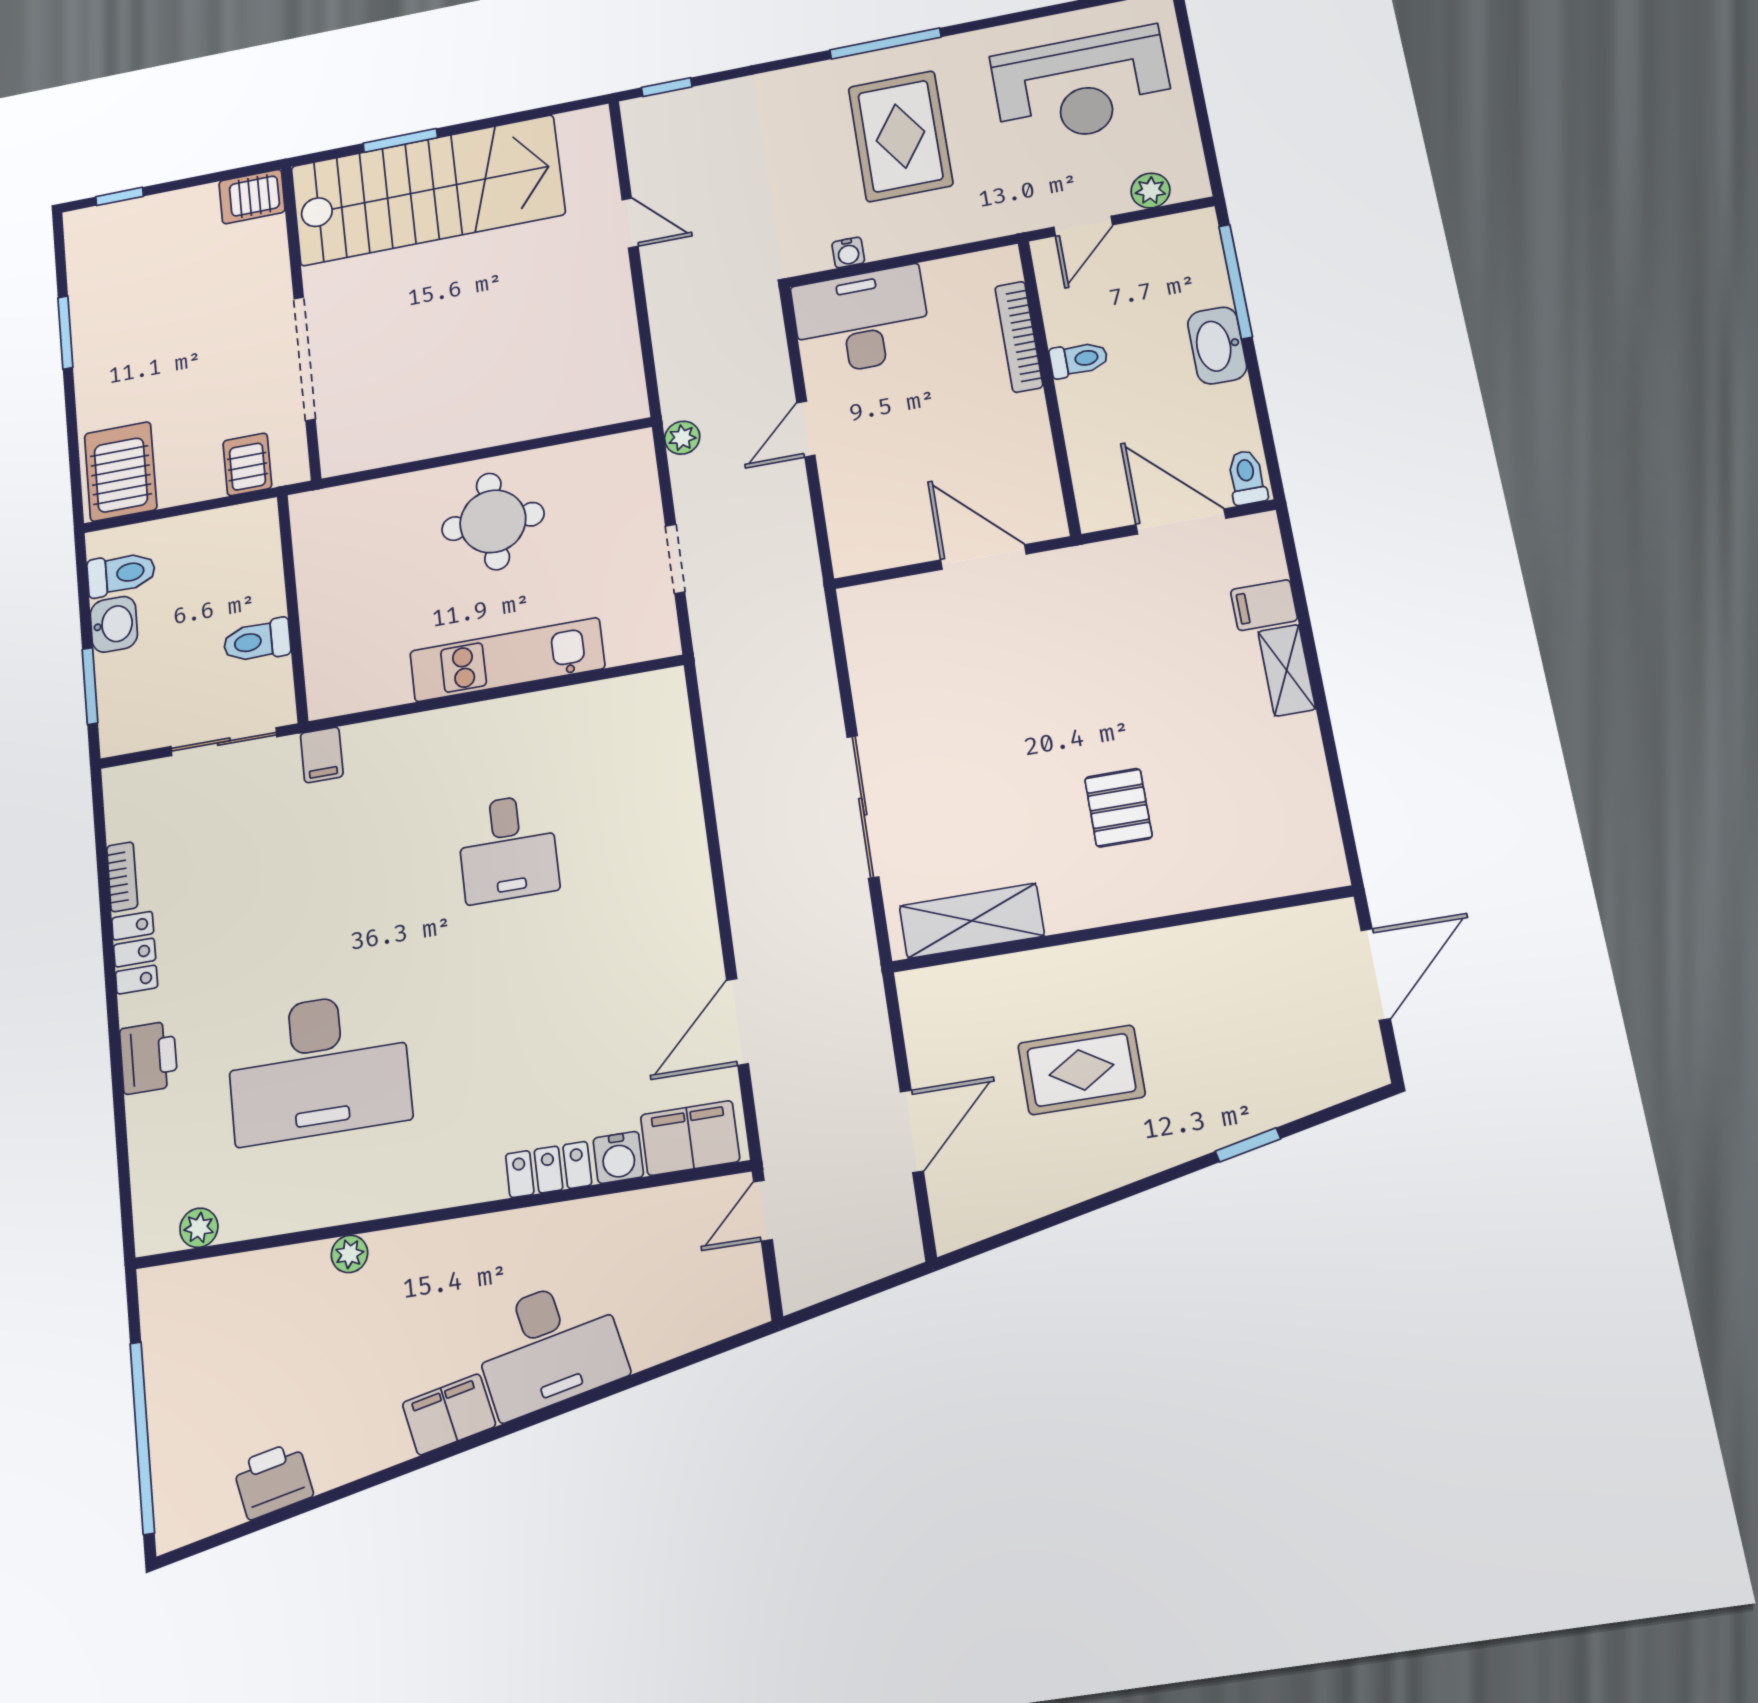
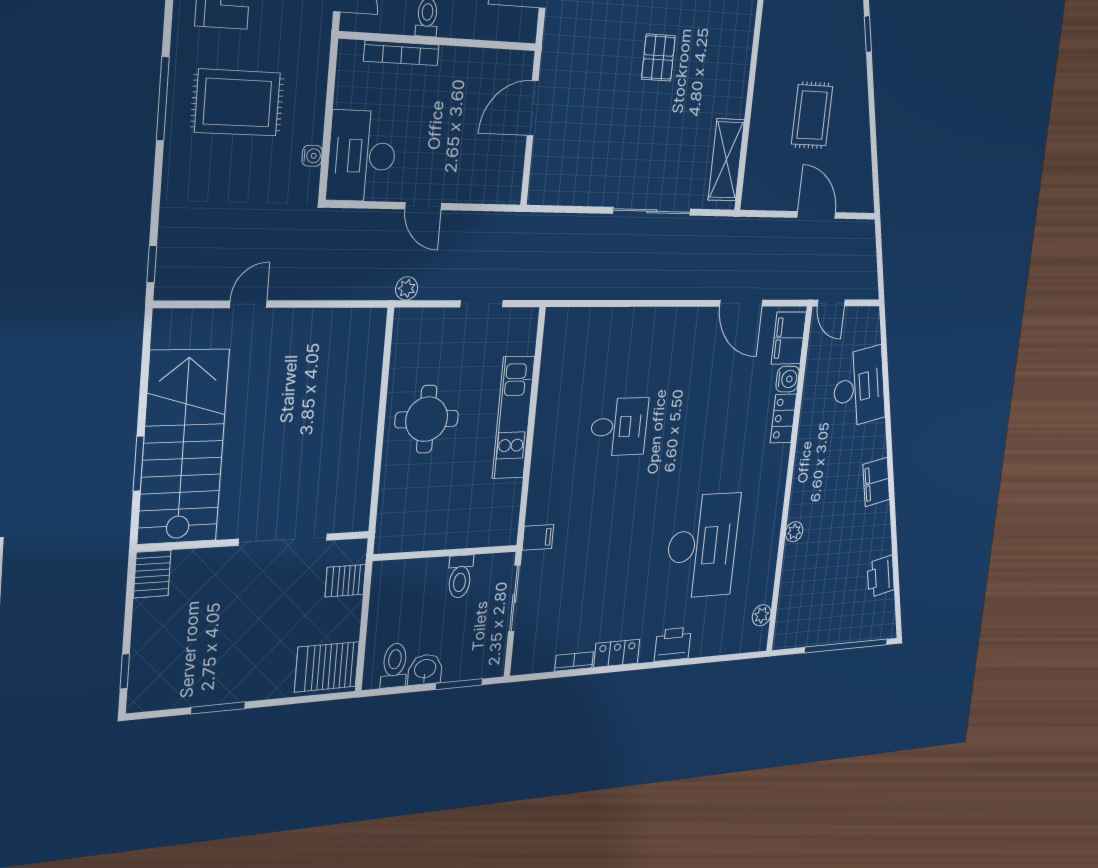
pallet: (1118, 808) -> (658, 57), moved, turned 90
desk: (549, 1347) -> (859, 388), moved

